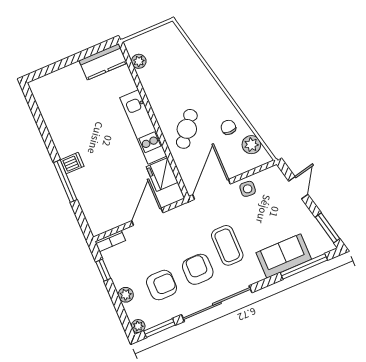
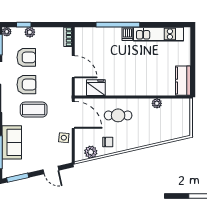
plant: (139, 61) -> (157, 103), moved
kitchen unit: (143, 127) -> (158, 34), moved, turned 180
cafe table: (187, 129) -> (118, 115), turned -38
window: (65, 181) -> (118, 25), width x1.46
window: (103, 270) -> (24, 25), moved
armchair: (162, 285) -> (26, 57), turned -90

